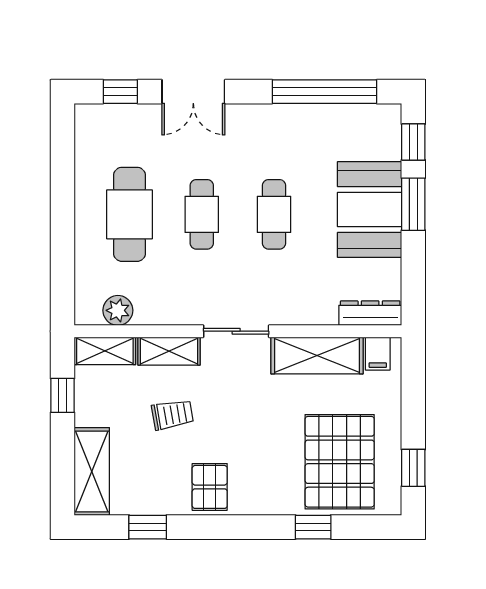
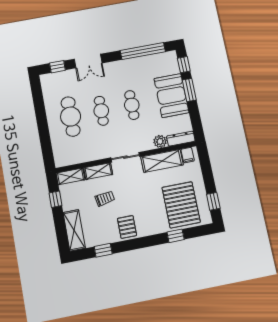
plant: (118, 310) -> (160, 141), moved

